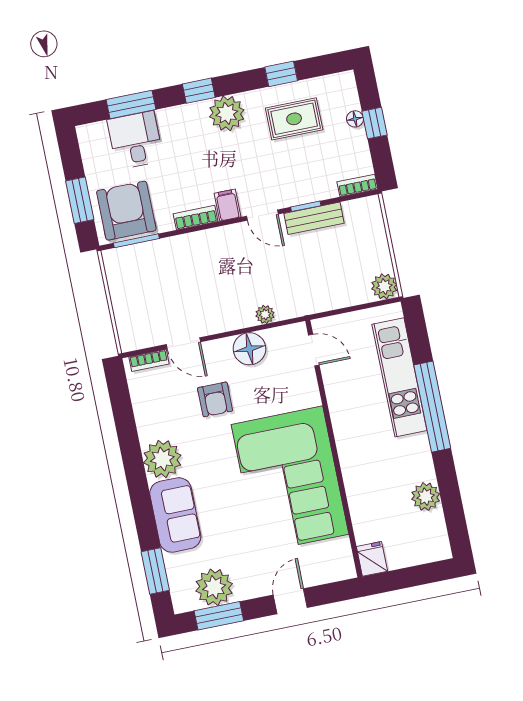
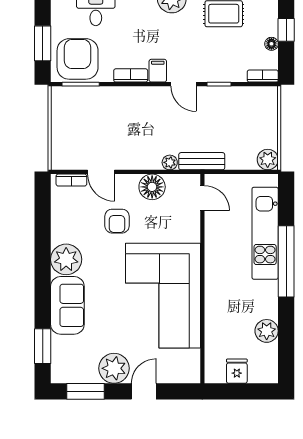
floor lamp: (355, 119) -> (271, 44), moved
bench: (314, 218) -> (202, 161), moved
fridge: (372, 559) -> (237, 371), moved
plant: (214, 587) -> (114, 368), moved

